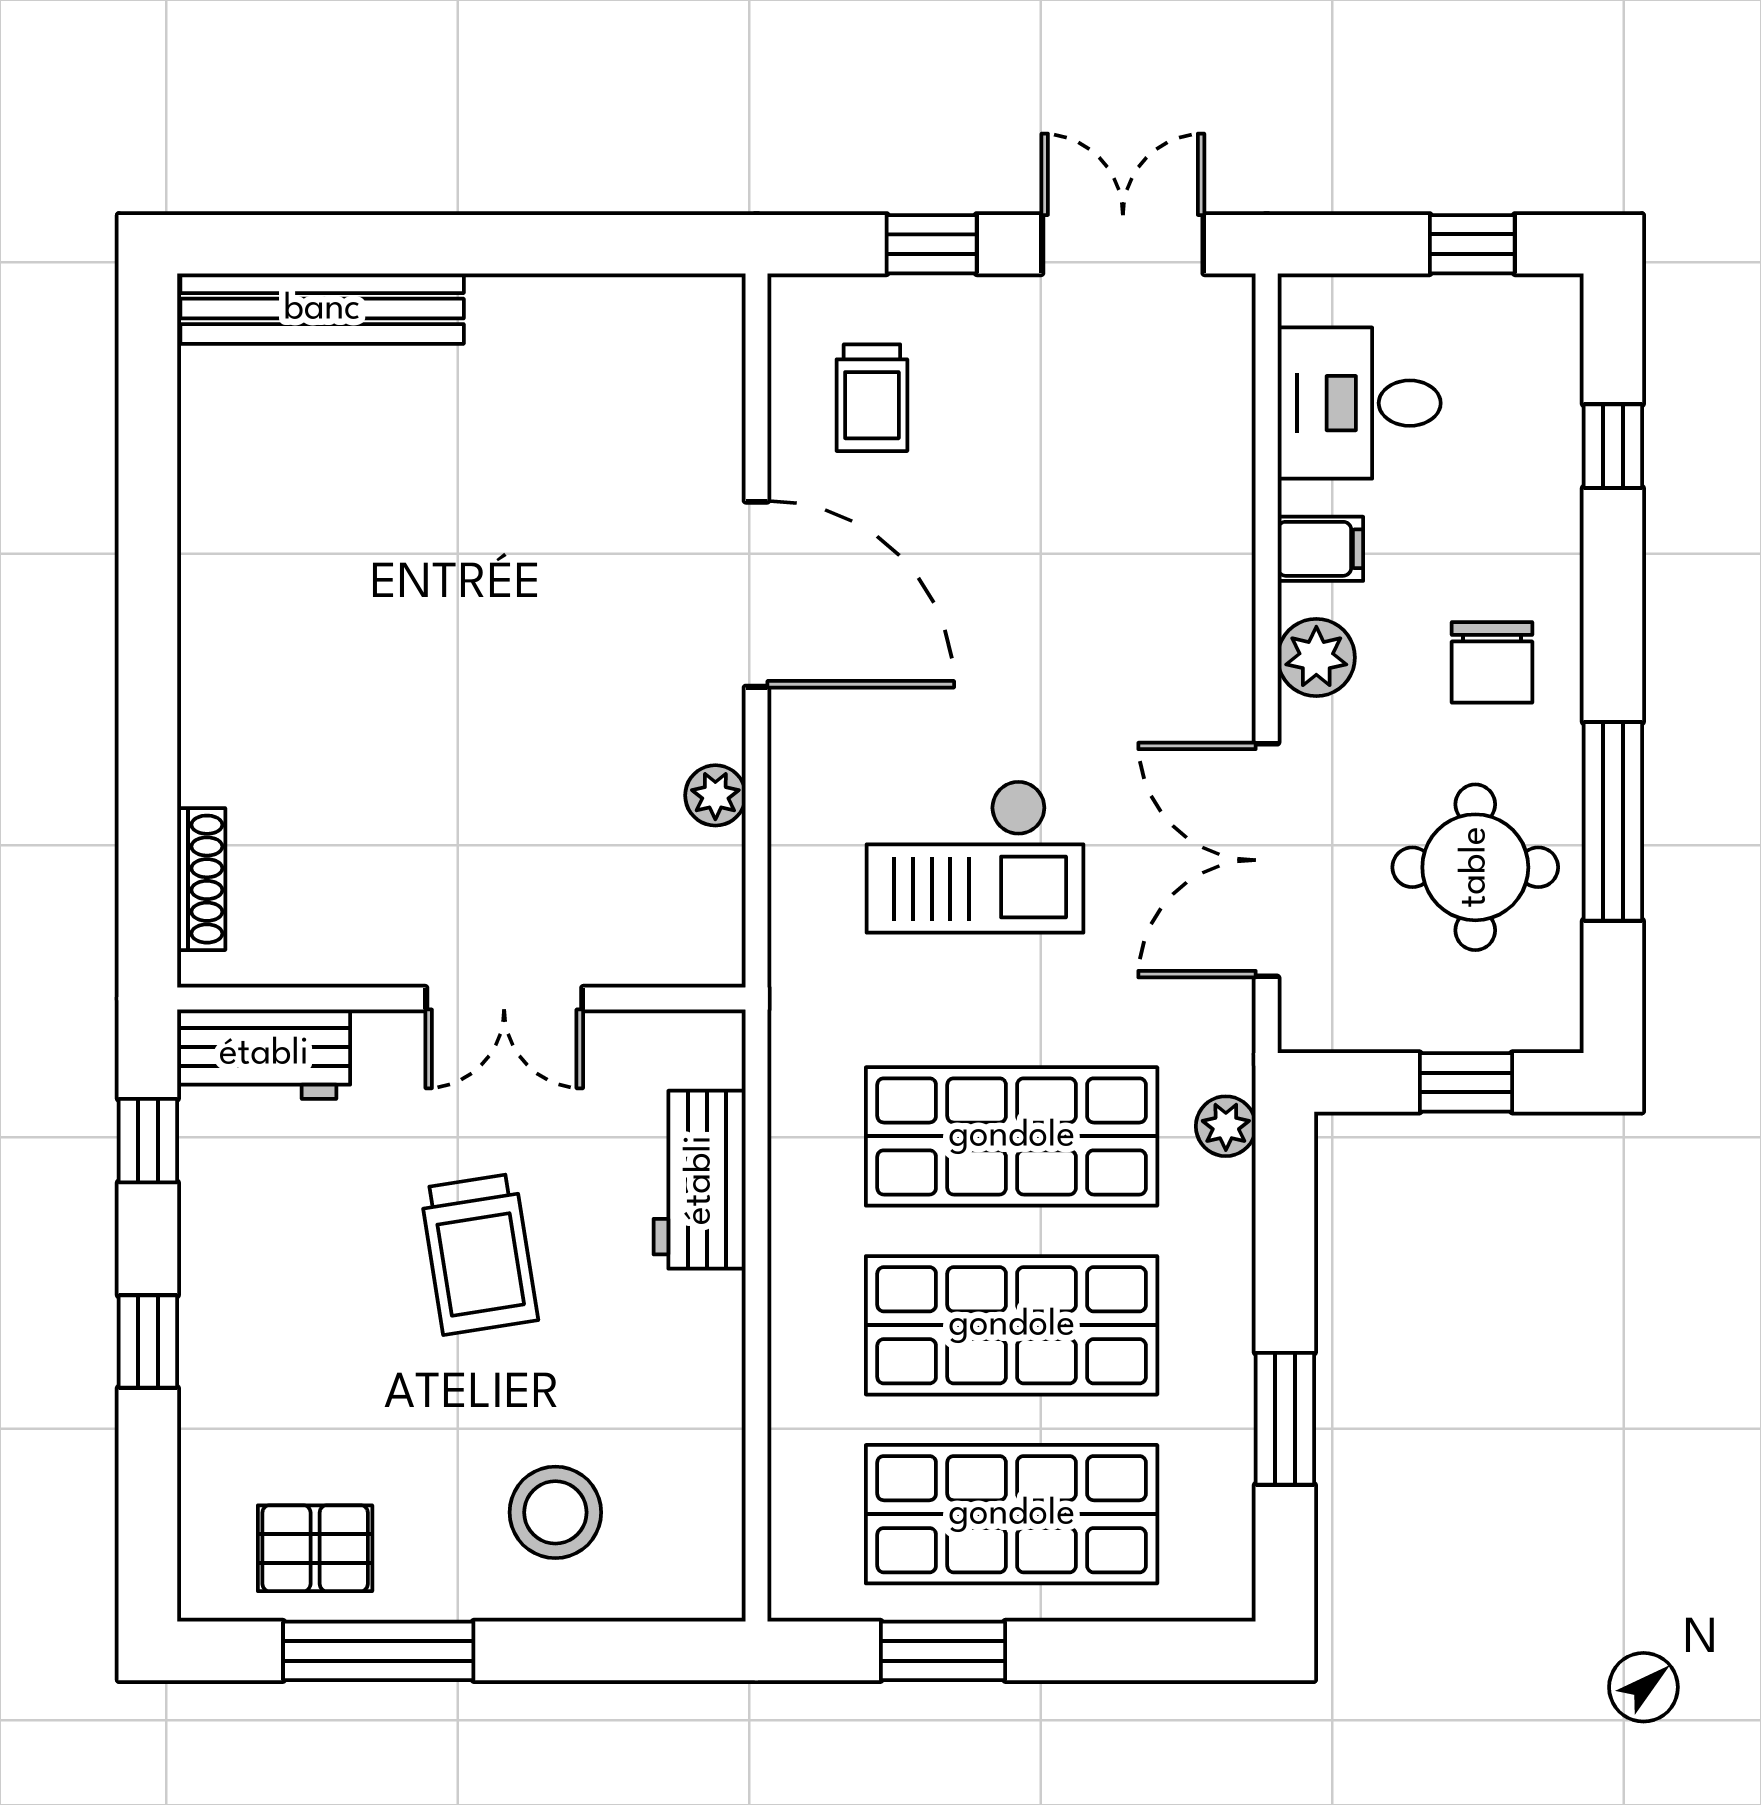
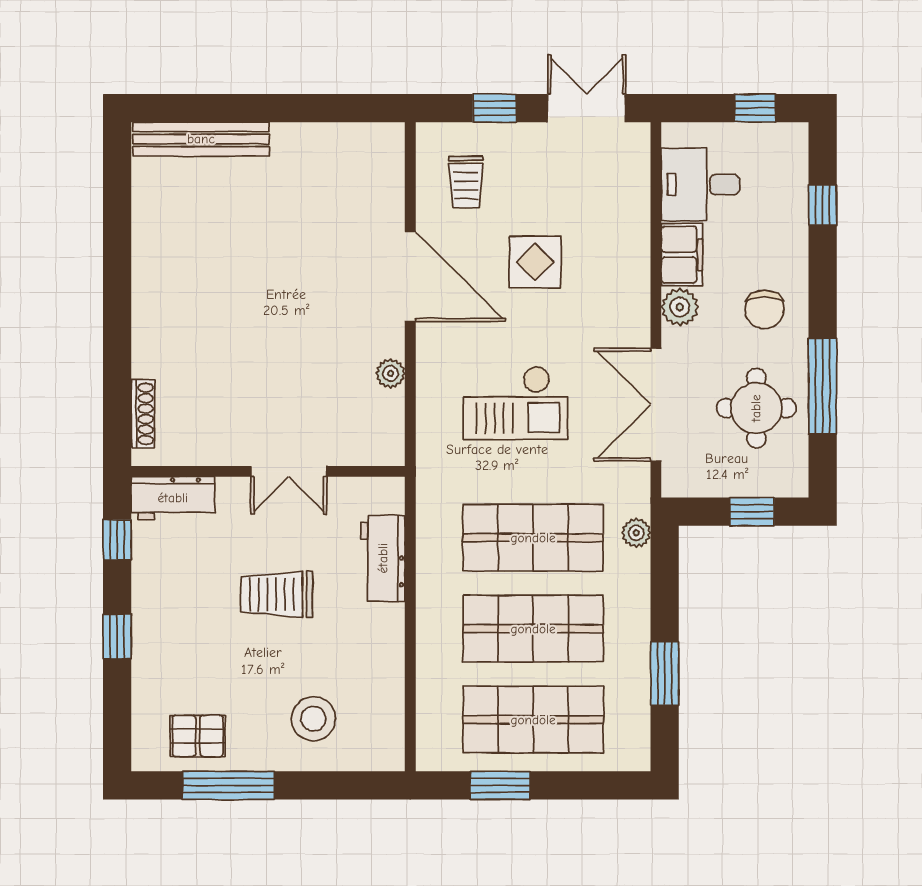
filing cabinet: (1320, 549) -> (682, 255), width x2.00
display table: (1016, 564) -> (535, 262), added
trolley: (479, 1254) -> (277, 594), turned 99

